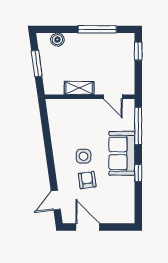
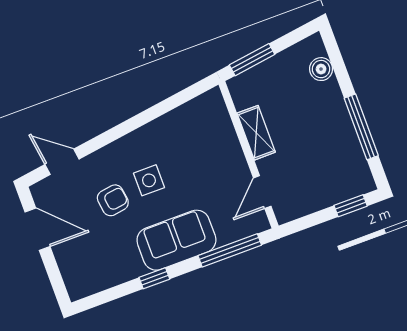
window: (37, 63) -> (252, 60), moved
door: (88, 227) -> (38, 229), hinge flipped

